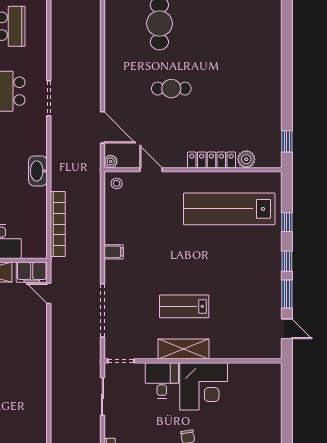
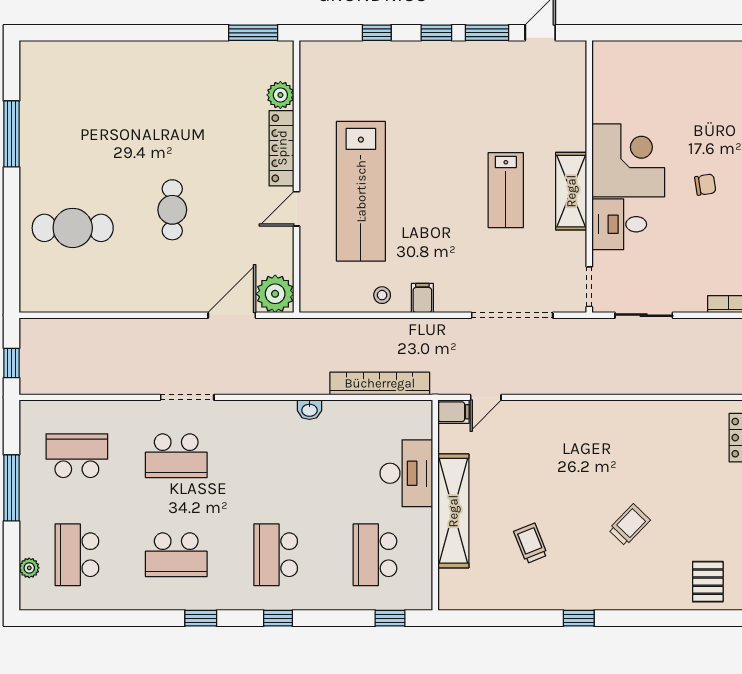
window: (287, 141) -> (253, 33), width x1.50
plant: (111, 161) -> (275, 294), width x1.87, depth x1.87
door: (151, 170) -> (297, 209), moved
washbasin: (38, 171) -> (309, 410), width x0.52, depth x0.69
stool: (117, 183) -> (382, 295), moved
lab bench: (229, 209) -> (361, 191), moved
filing cabinet: (32, 272) -> (453, 412), width x0.50

